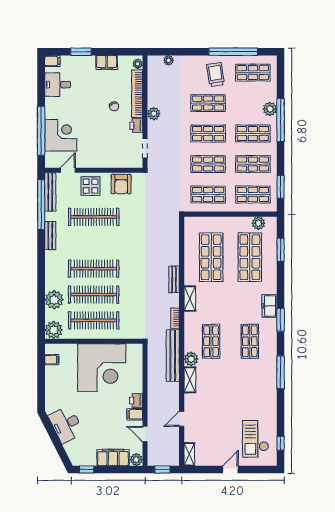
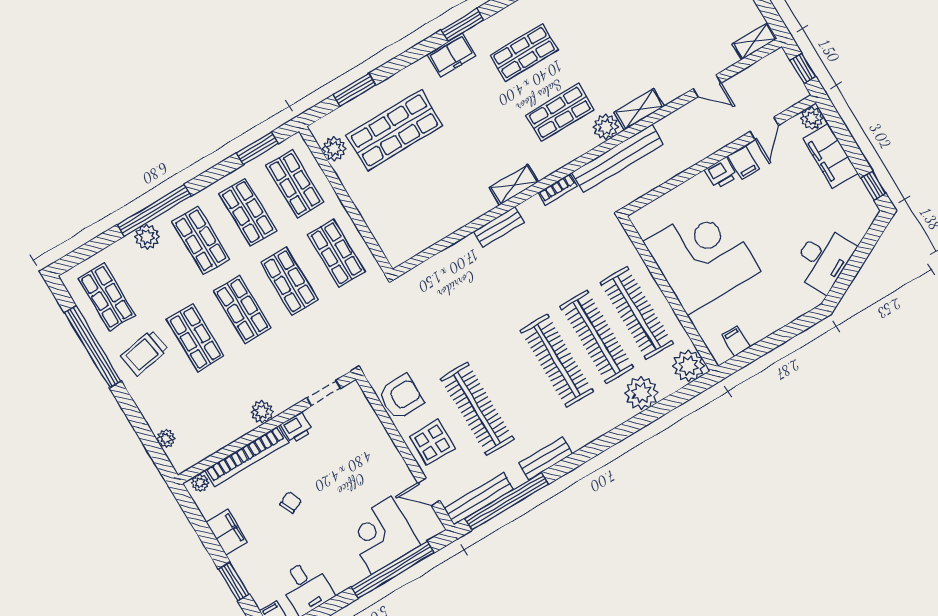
chair: (114, 106) -> (291, 503), moved
shop shelf: (211, 257) -> (430, 190), removed

